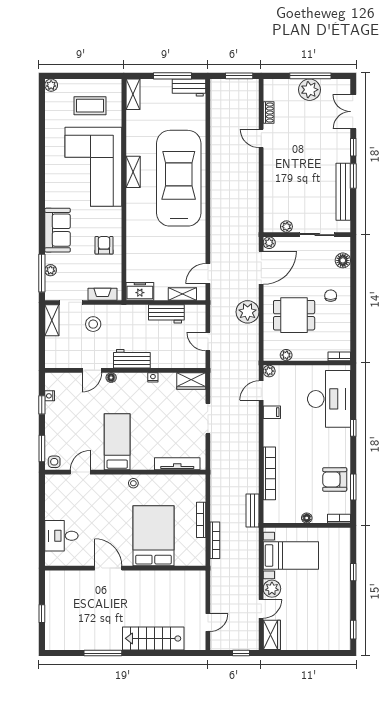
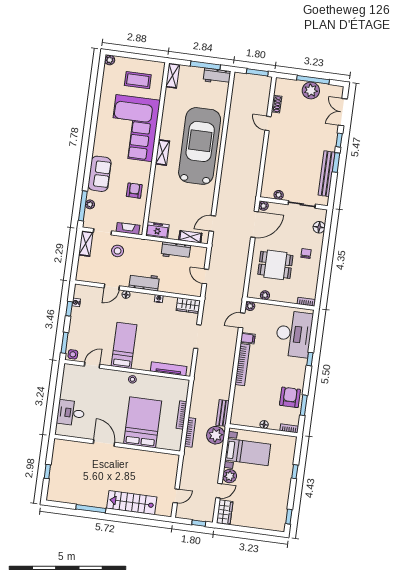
shelving: (133, 172) -> (162, 153), moved
plant: (248, 312) -> (216, 435), moved
bookcase: (269, 473) -> (242, 365), moved
armchair: (335, 479) -> (290, 397), turned 90

